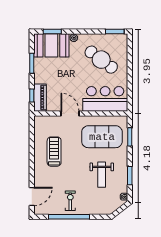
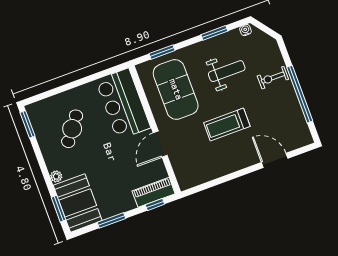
cafe table: (101, 60) -> (72, 129), width x0.73, depth x0.74
treadmill: (54, 152) -> (227, 125), moved
door: (32, 196) -> (275, 160), moved
exercise bike: (70, 201) -> (273, 78), moved

